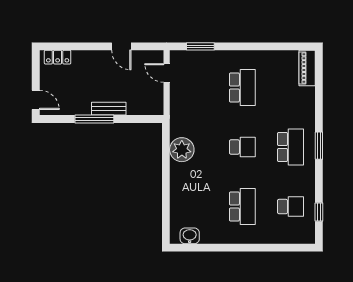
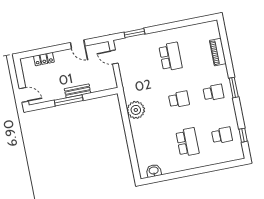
locker: (58, 57) -> (44, 59), moved
piano: (307, 68) -> (218, 52), moved
school desk: (290, 147) -> (213, 93), width x0.54

